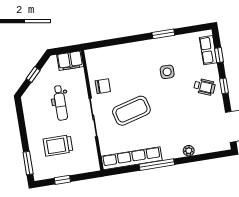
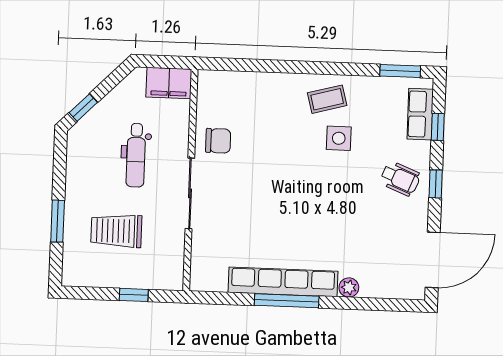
window: (163, 34) -> (400, 71), moved
window: (33, 74) -> (83, 108), moved
coffee table: (131, 111) -> (327, 99), moved, width x0.54, depth x0.58
row of seats: (132, 158) -> (283, 282), moved
window: (28, 163) -> (58, 221), moved
window: (62, 180) -> (134, 295), moved

